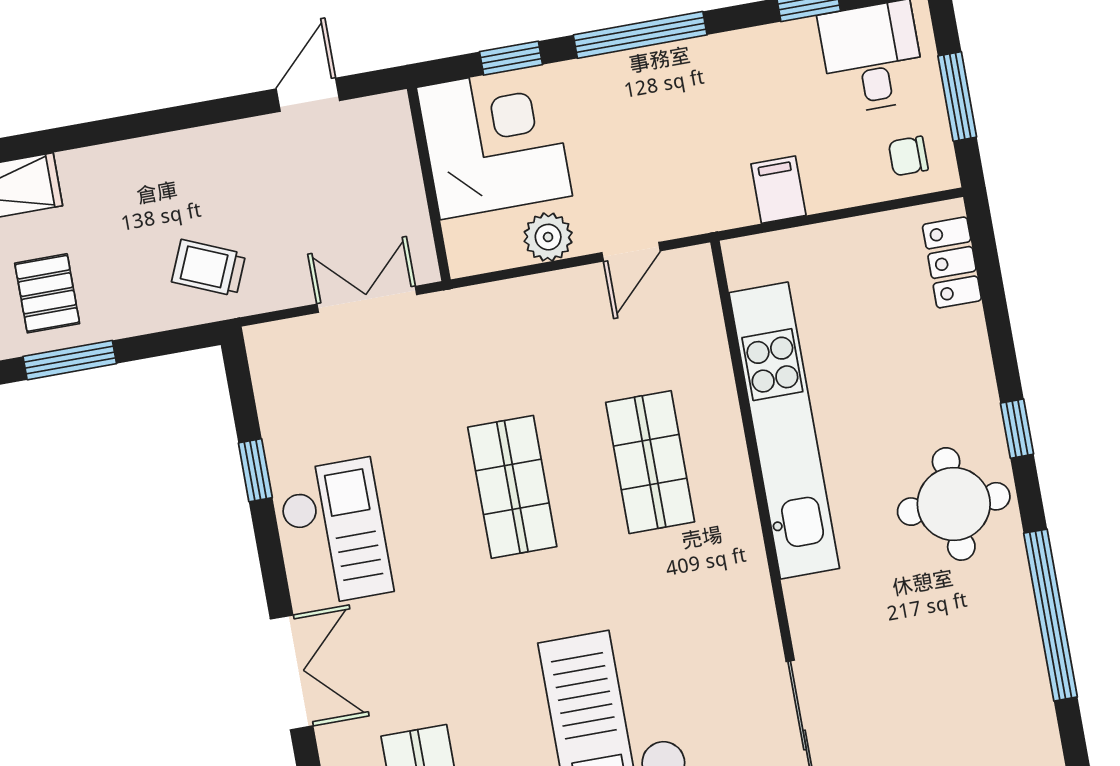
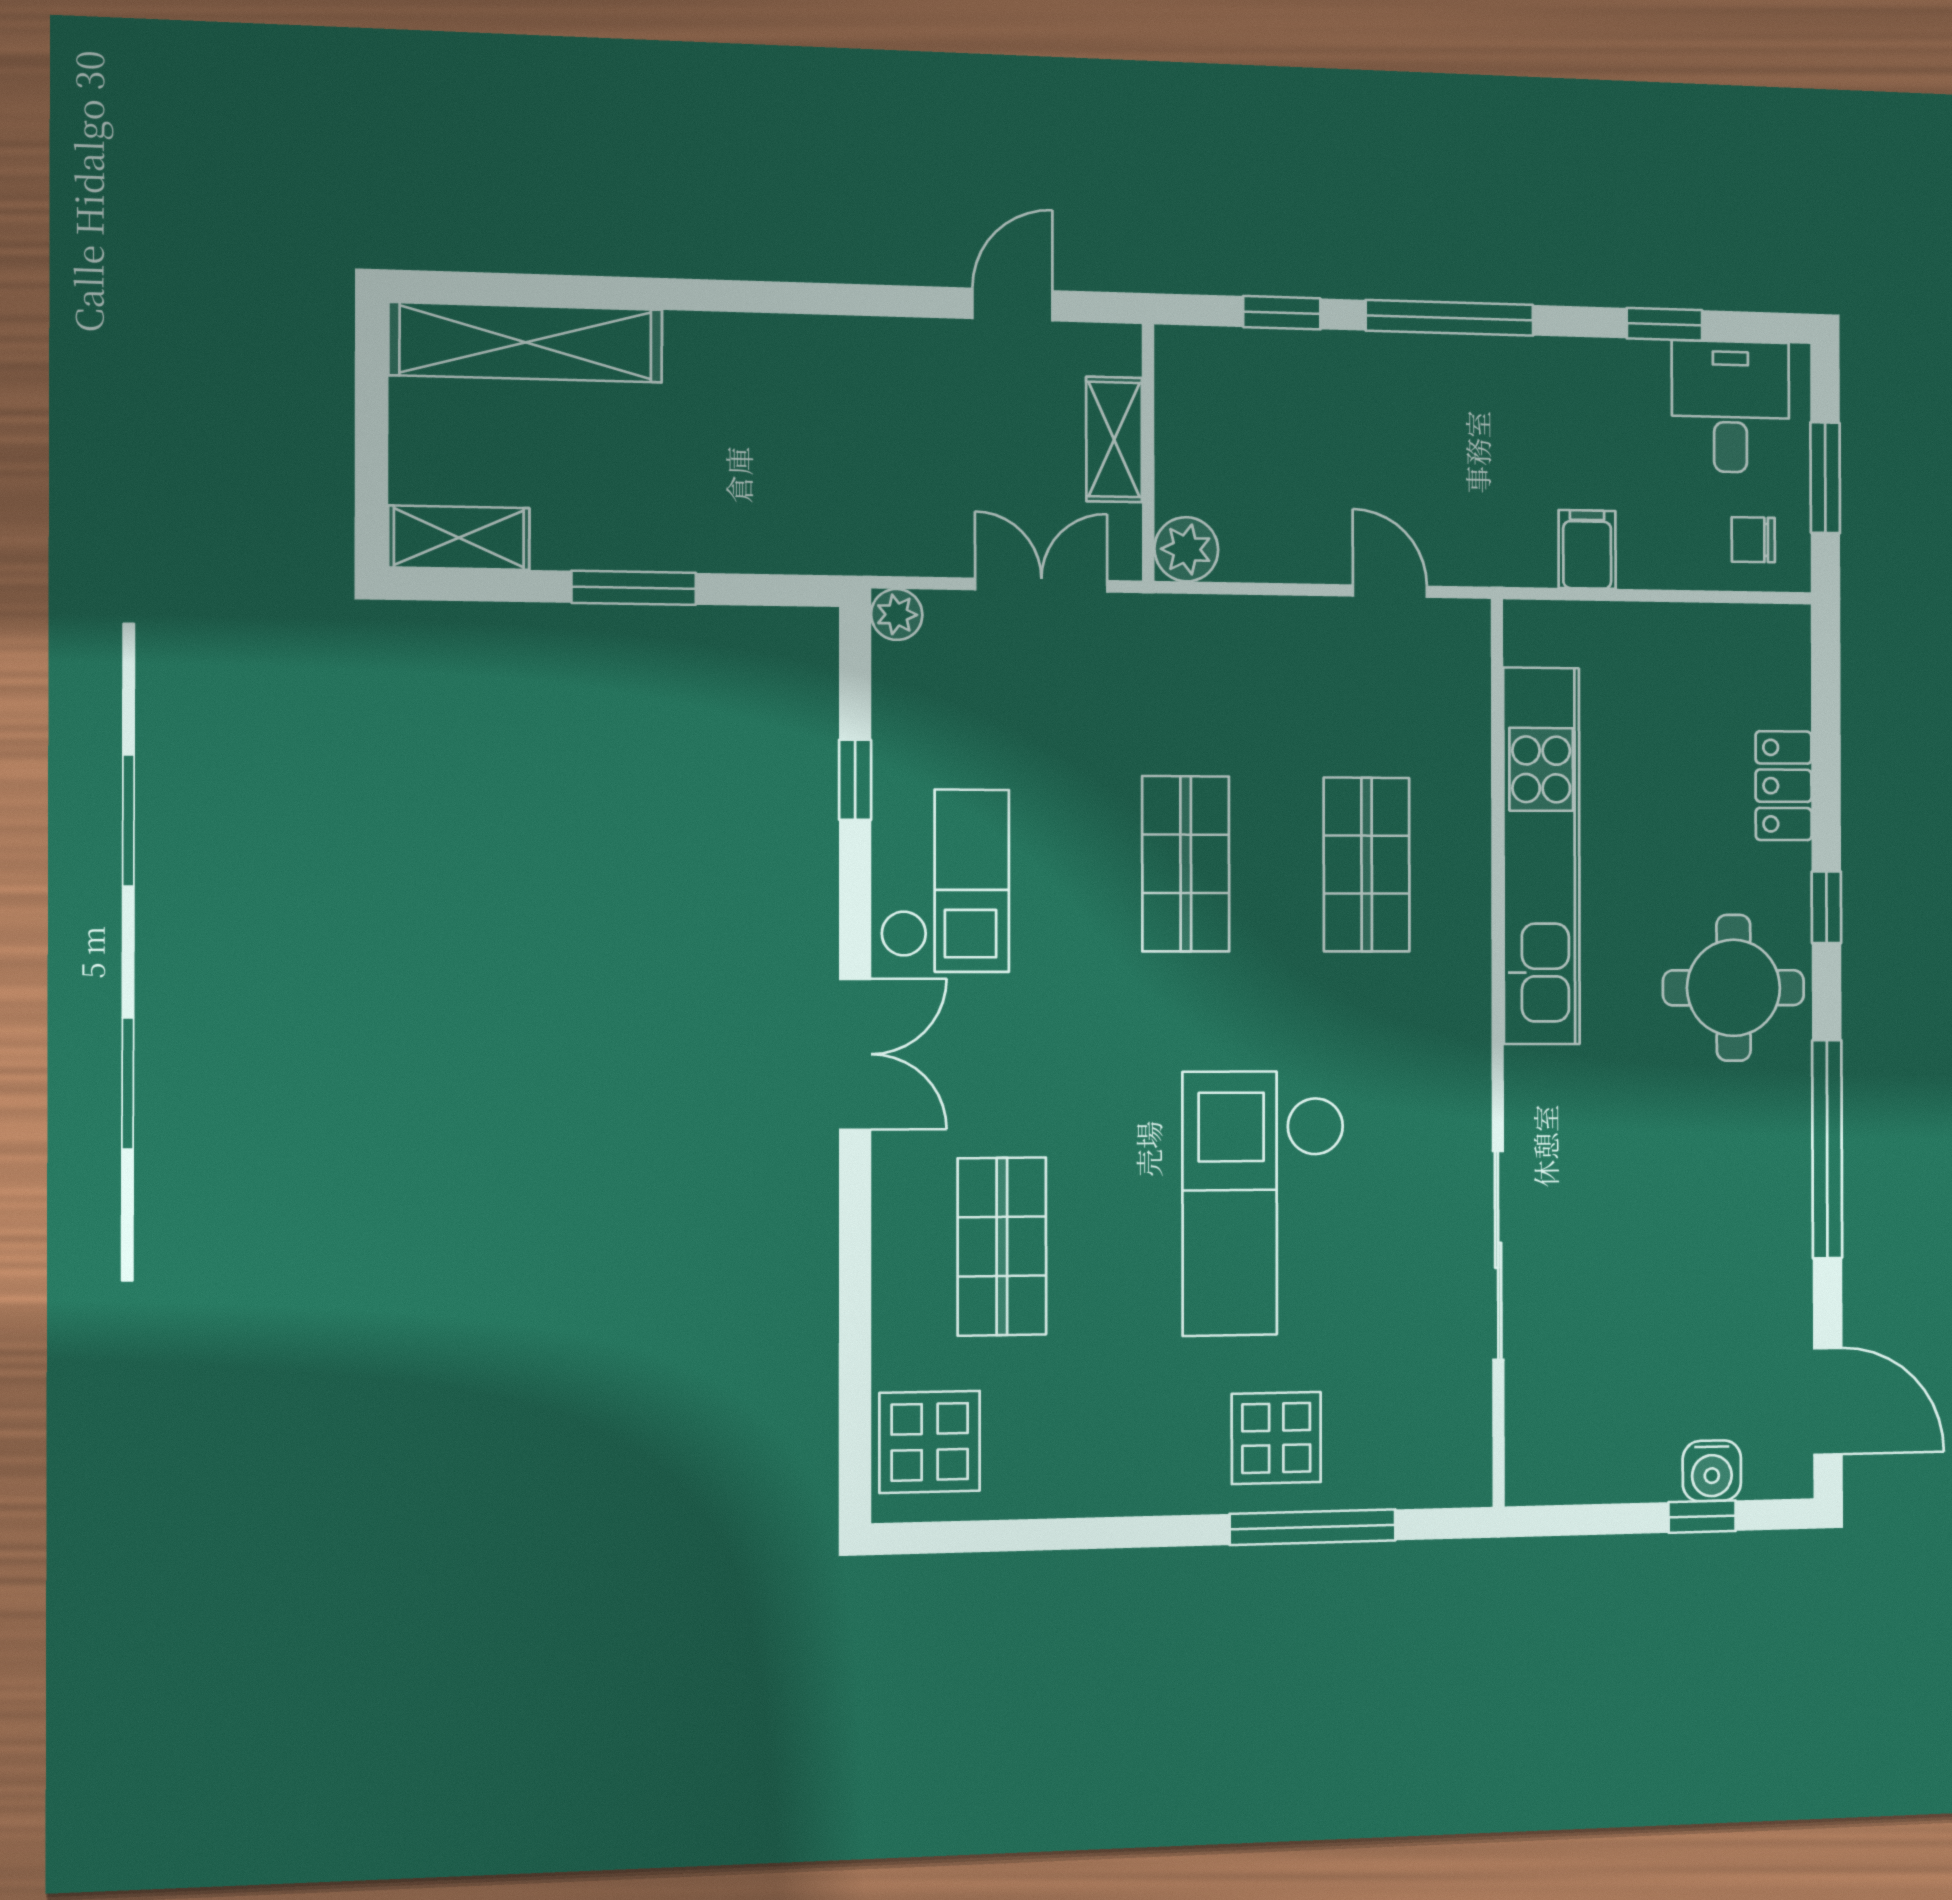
corner desk: (494, 142) -> (1242, 415), removed
shelving: (402, 180) -> (1114, 440), added
plant: (548, 237) -> (1186, 549), moved
door: (631, 252) -> (1390, 591), swing flipped
locker: (952, 262) -> (1784, 786), moved
trolley: (209, 268) -> (841, 503), removed
pallet: (47, 293) -> (620, 494), removed
plant: (264, 342) -> (897, 614), added

